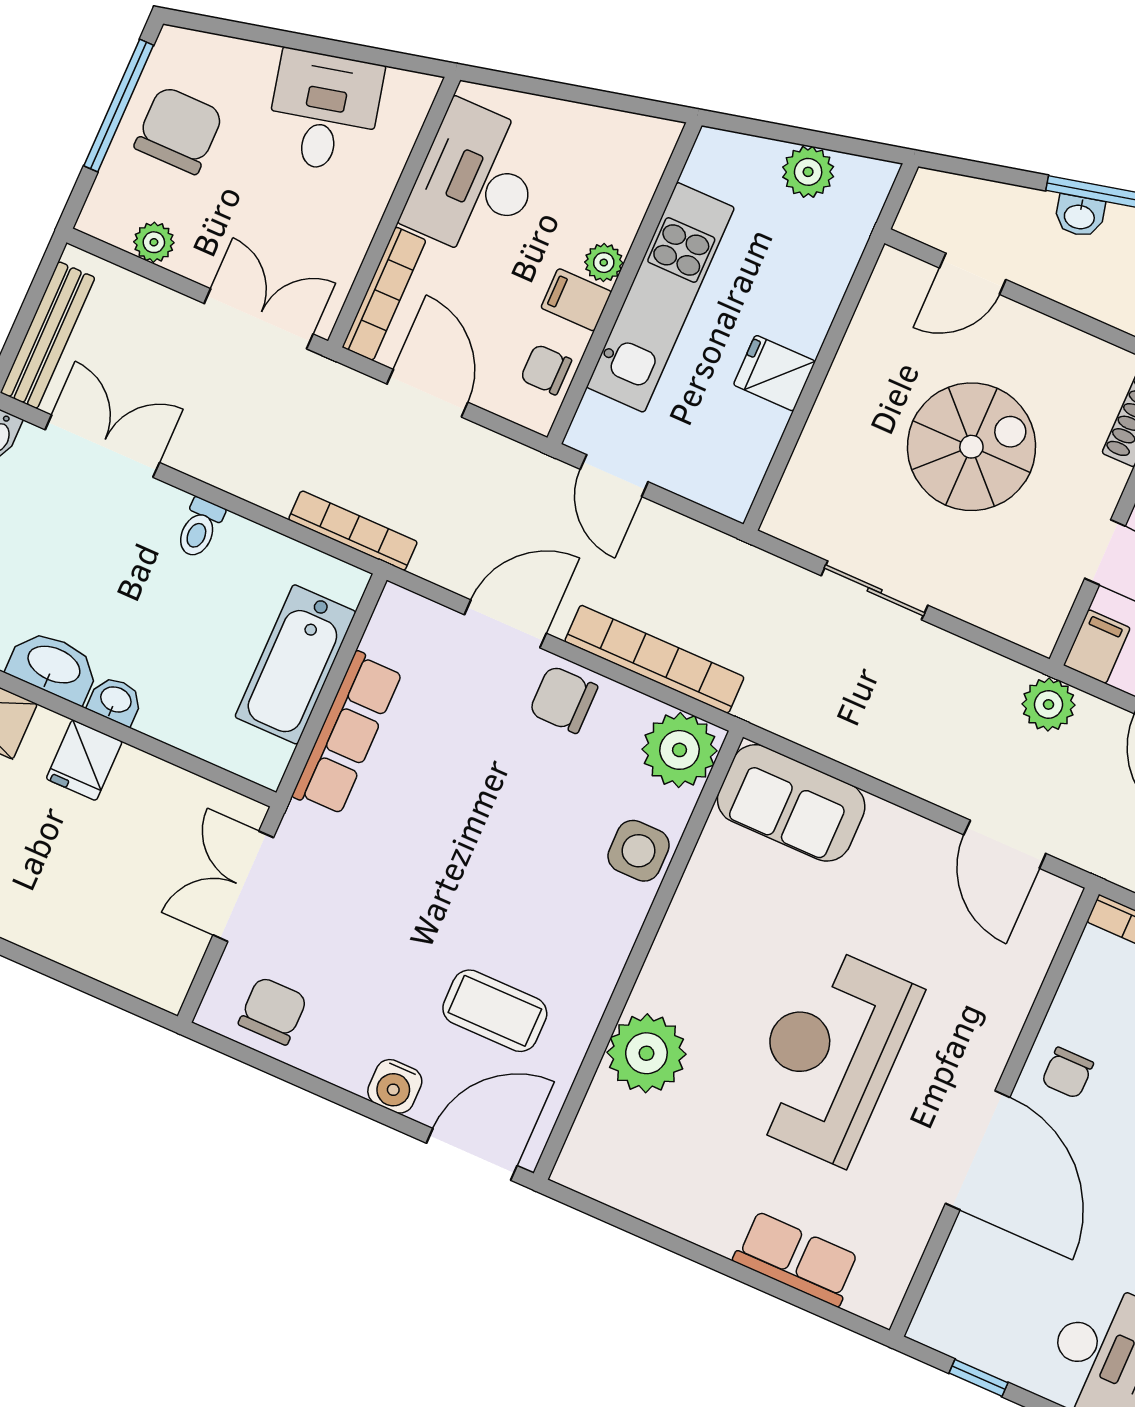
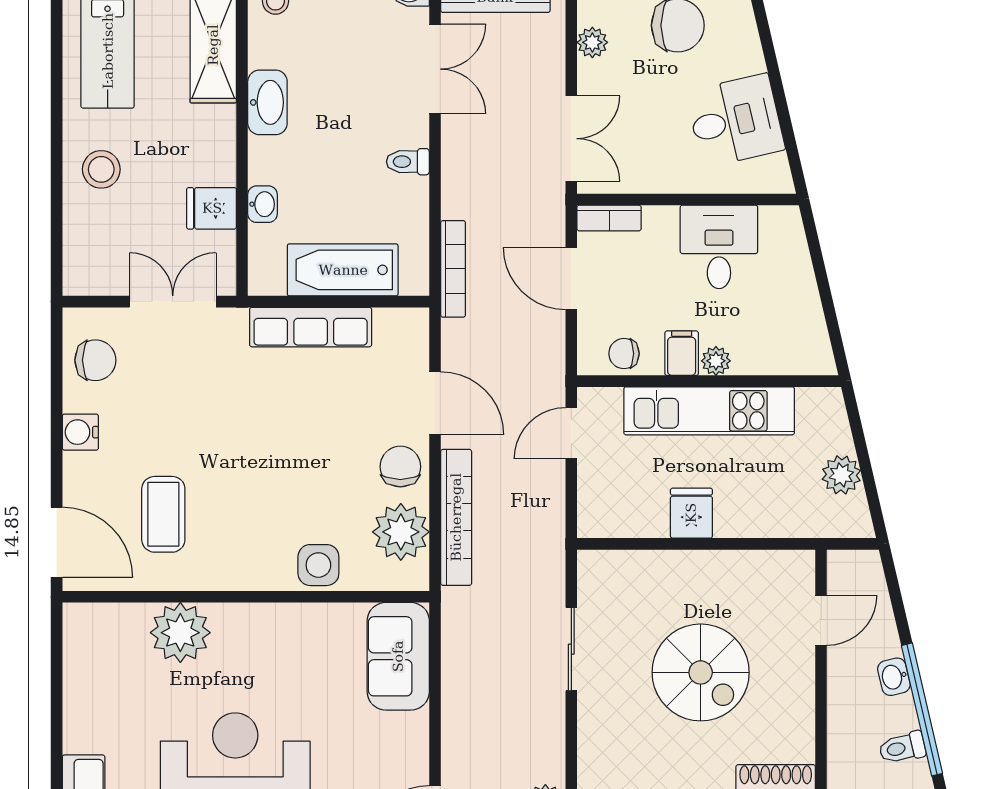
desk: (476, 181) -> (719, 247), width x0.73
door: (973, 274) -> (821, 620), swing flipped
bookcase: (384, 294) -> (609, 218), width x0.64
chair: (546, 370) -> (624, 354), turned -90
door: (427, 393) -> (571, 279), swing flipped
washbasin: (115, 701) -> (262, 204), moved
plant: (680, 750) -> (401, 532), moved
fridge: (84, 760) -> (212, 208), moved
stool: (46, 902) -> (101, 169), added
water cooler: (395, 1086) -> (80, 432), moved

